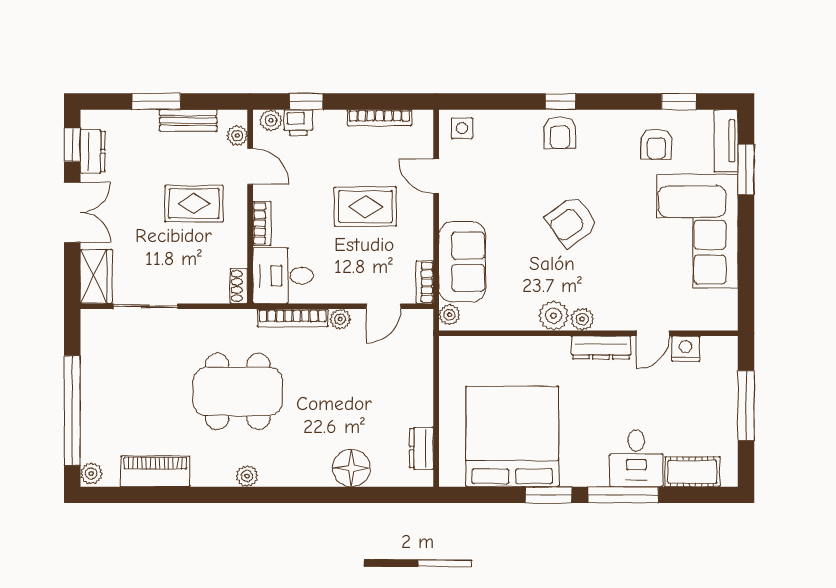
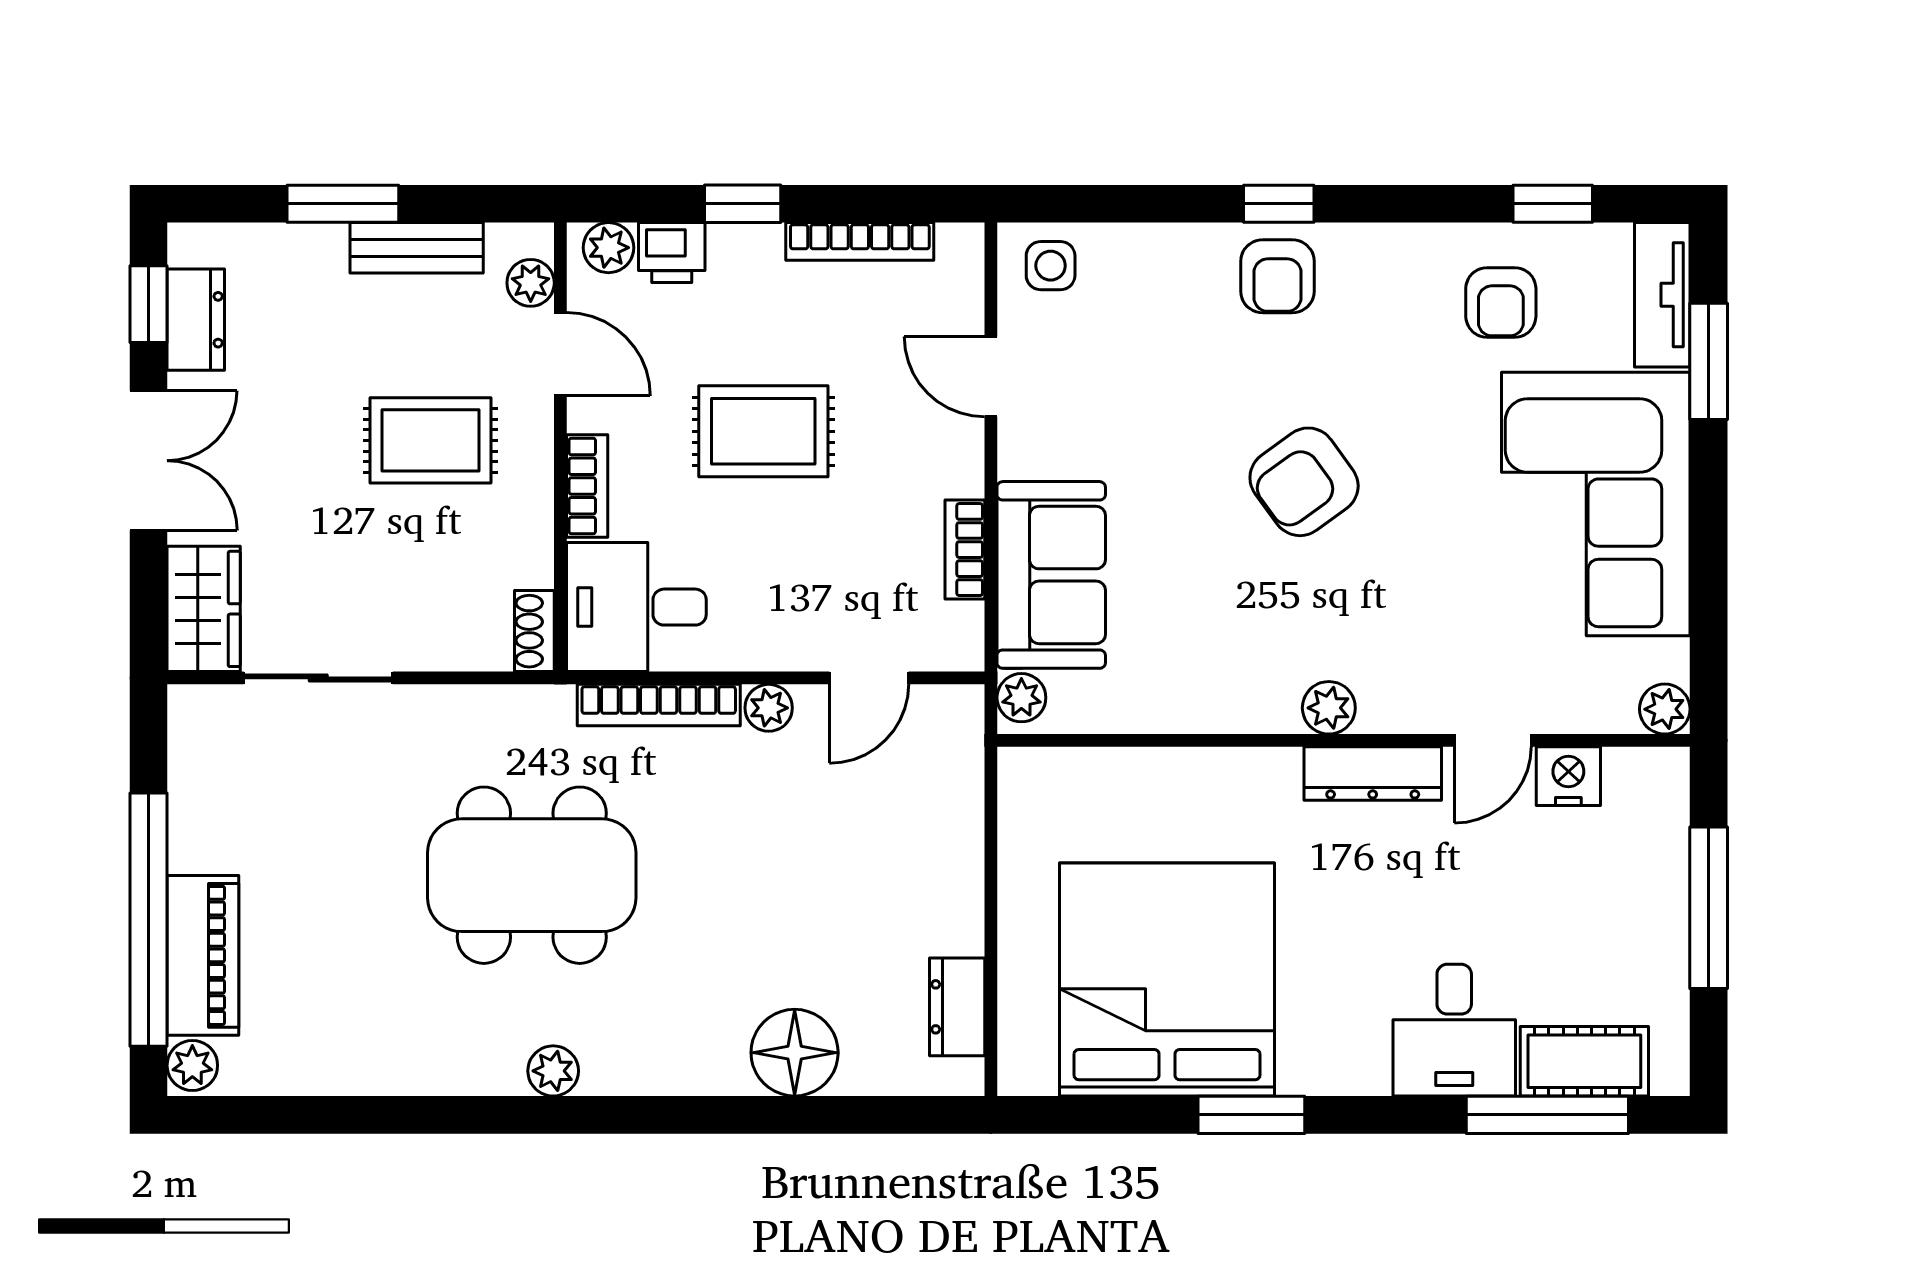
window: (306, 101) -> (743, 204), moved
rug: (365, 207) -> (763, 431), moved
bookcase: (425, 282) -> (965, 550), moved
plant: (554, 316) -> (1665, 709), moved, width x0.73, depth x0.73
piano: (155, 471) -> (203, 955), moved, turned 90
window: (623, 495) -> (1547, 1115), moved

